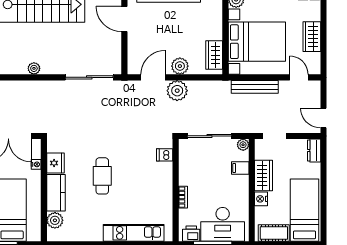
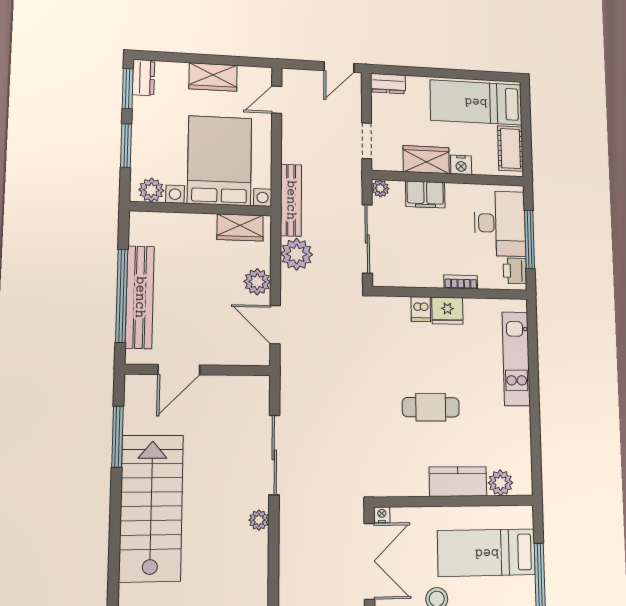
sliding door: (89, 77) -> (274, 455), moved
bench: (255, 87) -> (291, 200), moved
plant: (177, 91) -> (297, 254), moved
dishwasher: (165, 155) -> (421, 309), moved
fridge: (55, 163) -> (447, 311), moved, turned 180
nightstand: (36, 164) -> (382, 515), moved
filing cabinet: (240, 168) -> (425, 194), width x2.00

